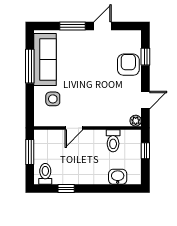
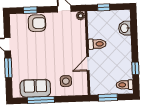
sofa: (45, 60) -> (35, 88), width x0.73
armchair: (128, 65) -> (37, 23), turned 180
door: (74, 128) -> (88, 64), swing flipped
toilet: (113, 141) -> (97, 44), moved

